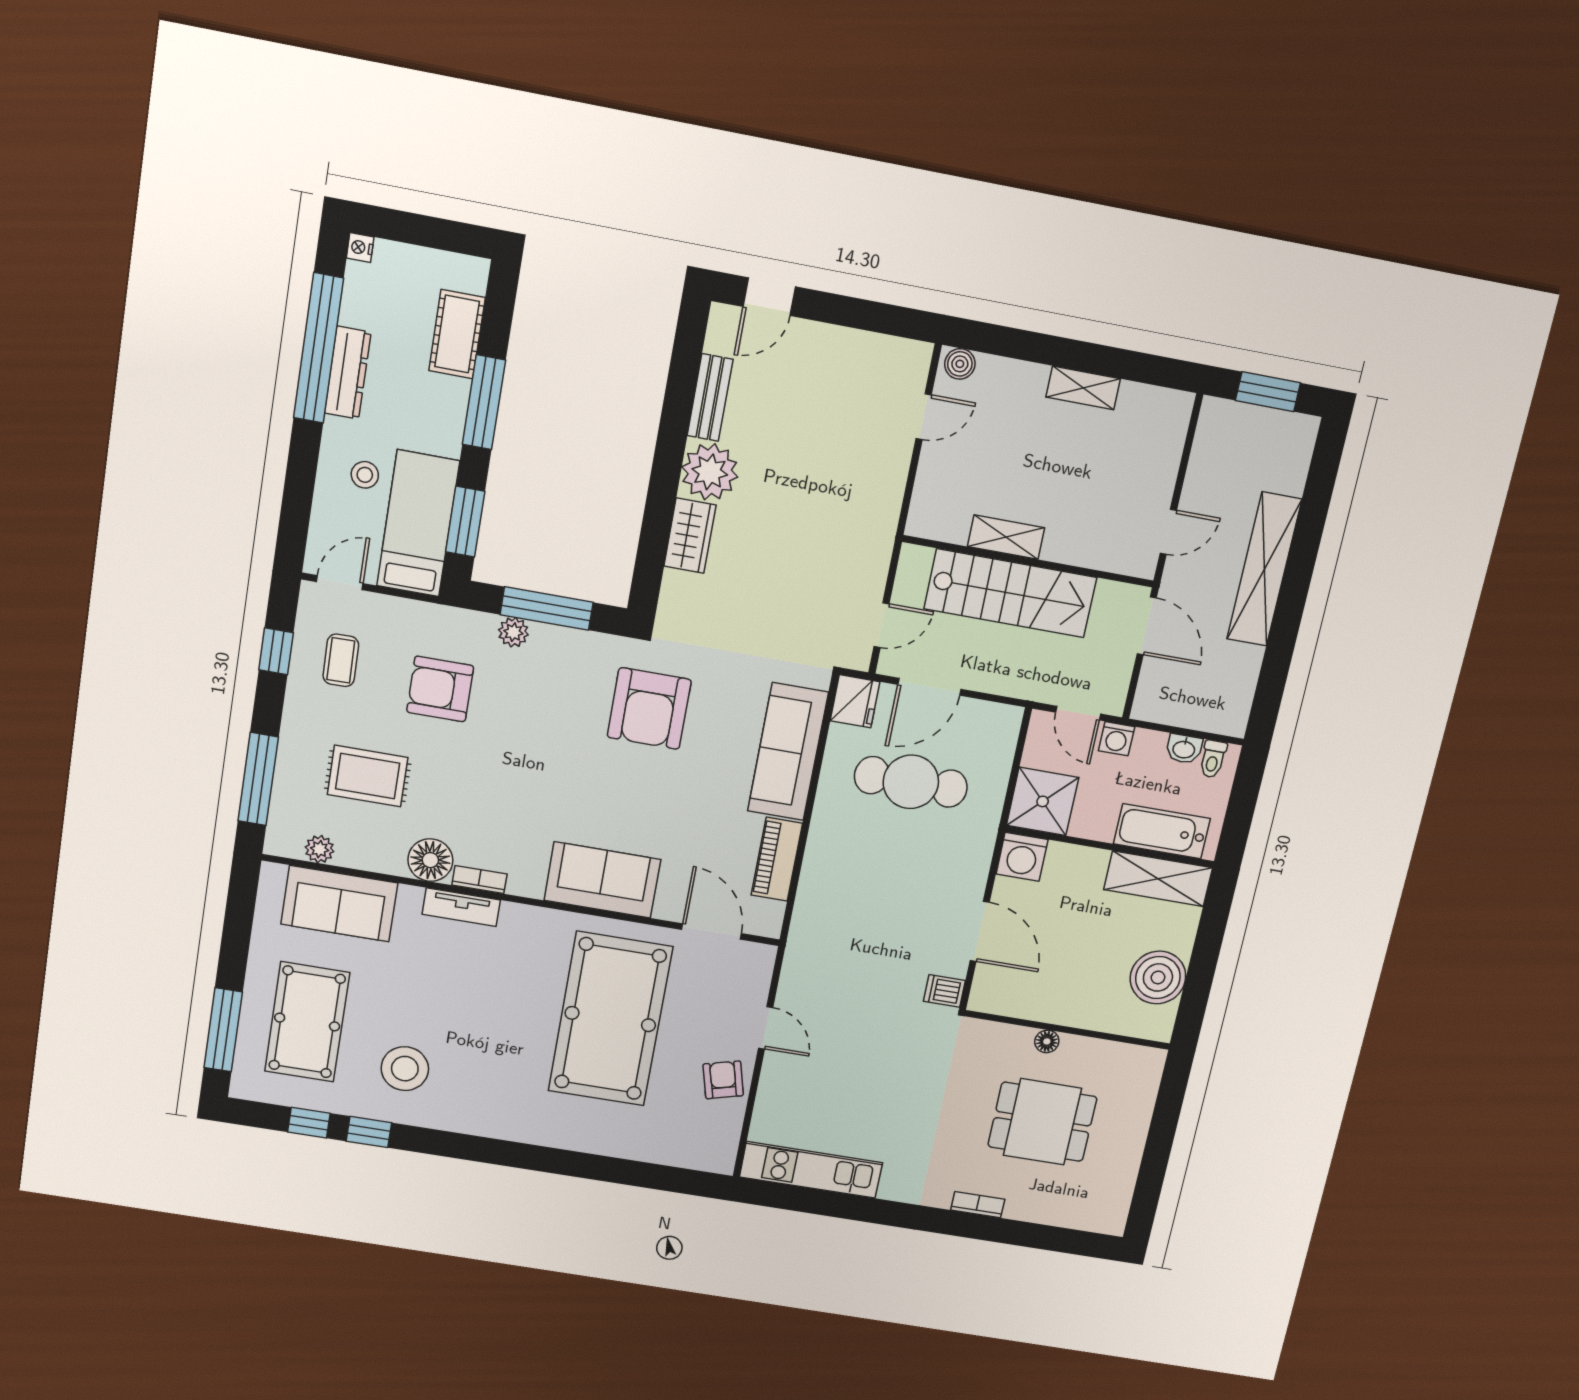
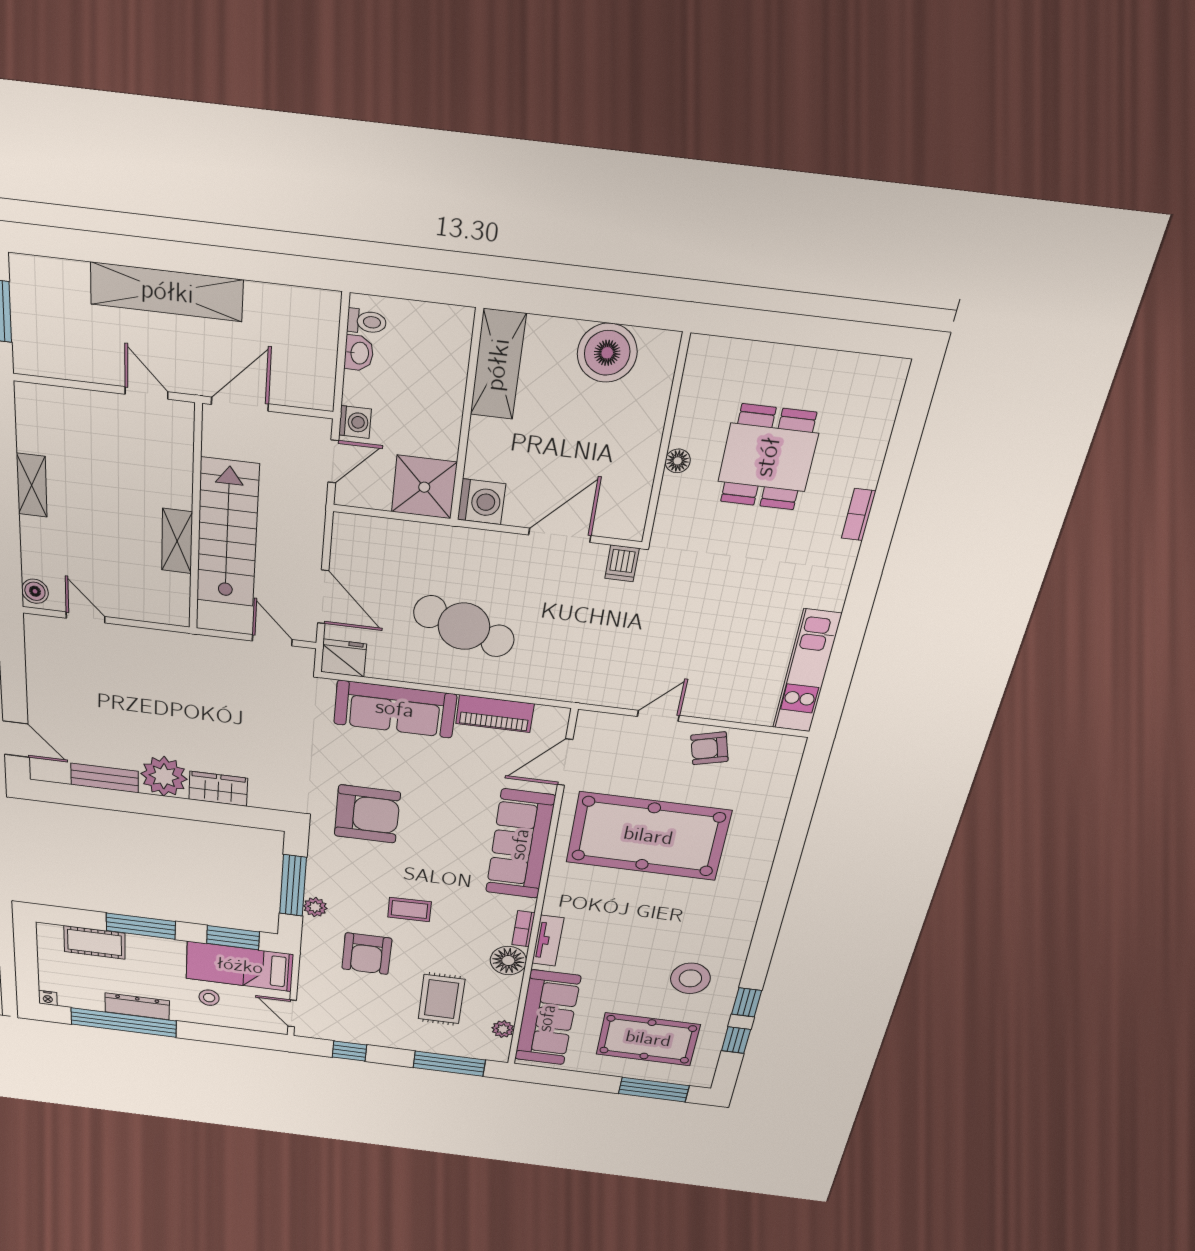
coffee table: (341, 660) -> (409, 909), moved
cafe table: (911, 782) -> (464, 626), moved, turned -72
bathtub: (1162, 831) -> (447, 366), removed
sofa: (602, 880) -> (520, 844), width x1.36
sofa: (339, 904) -> (547, 1018), width x1.36

